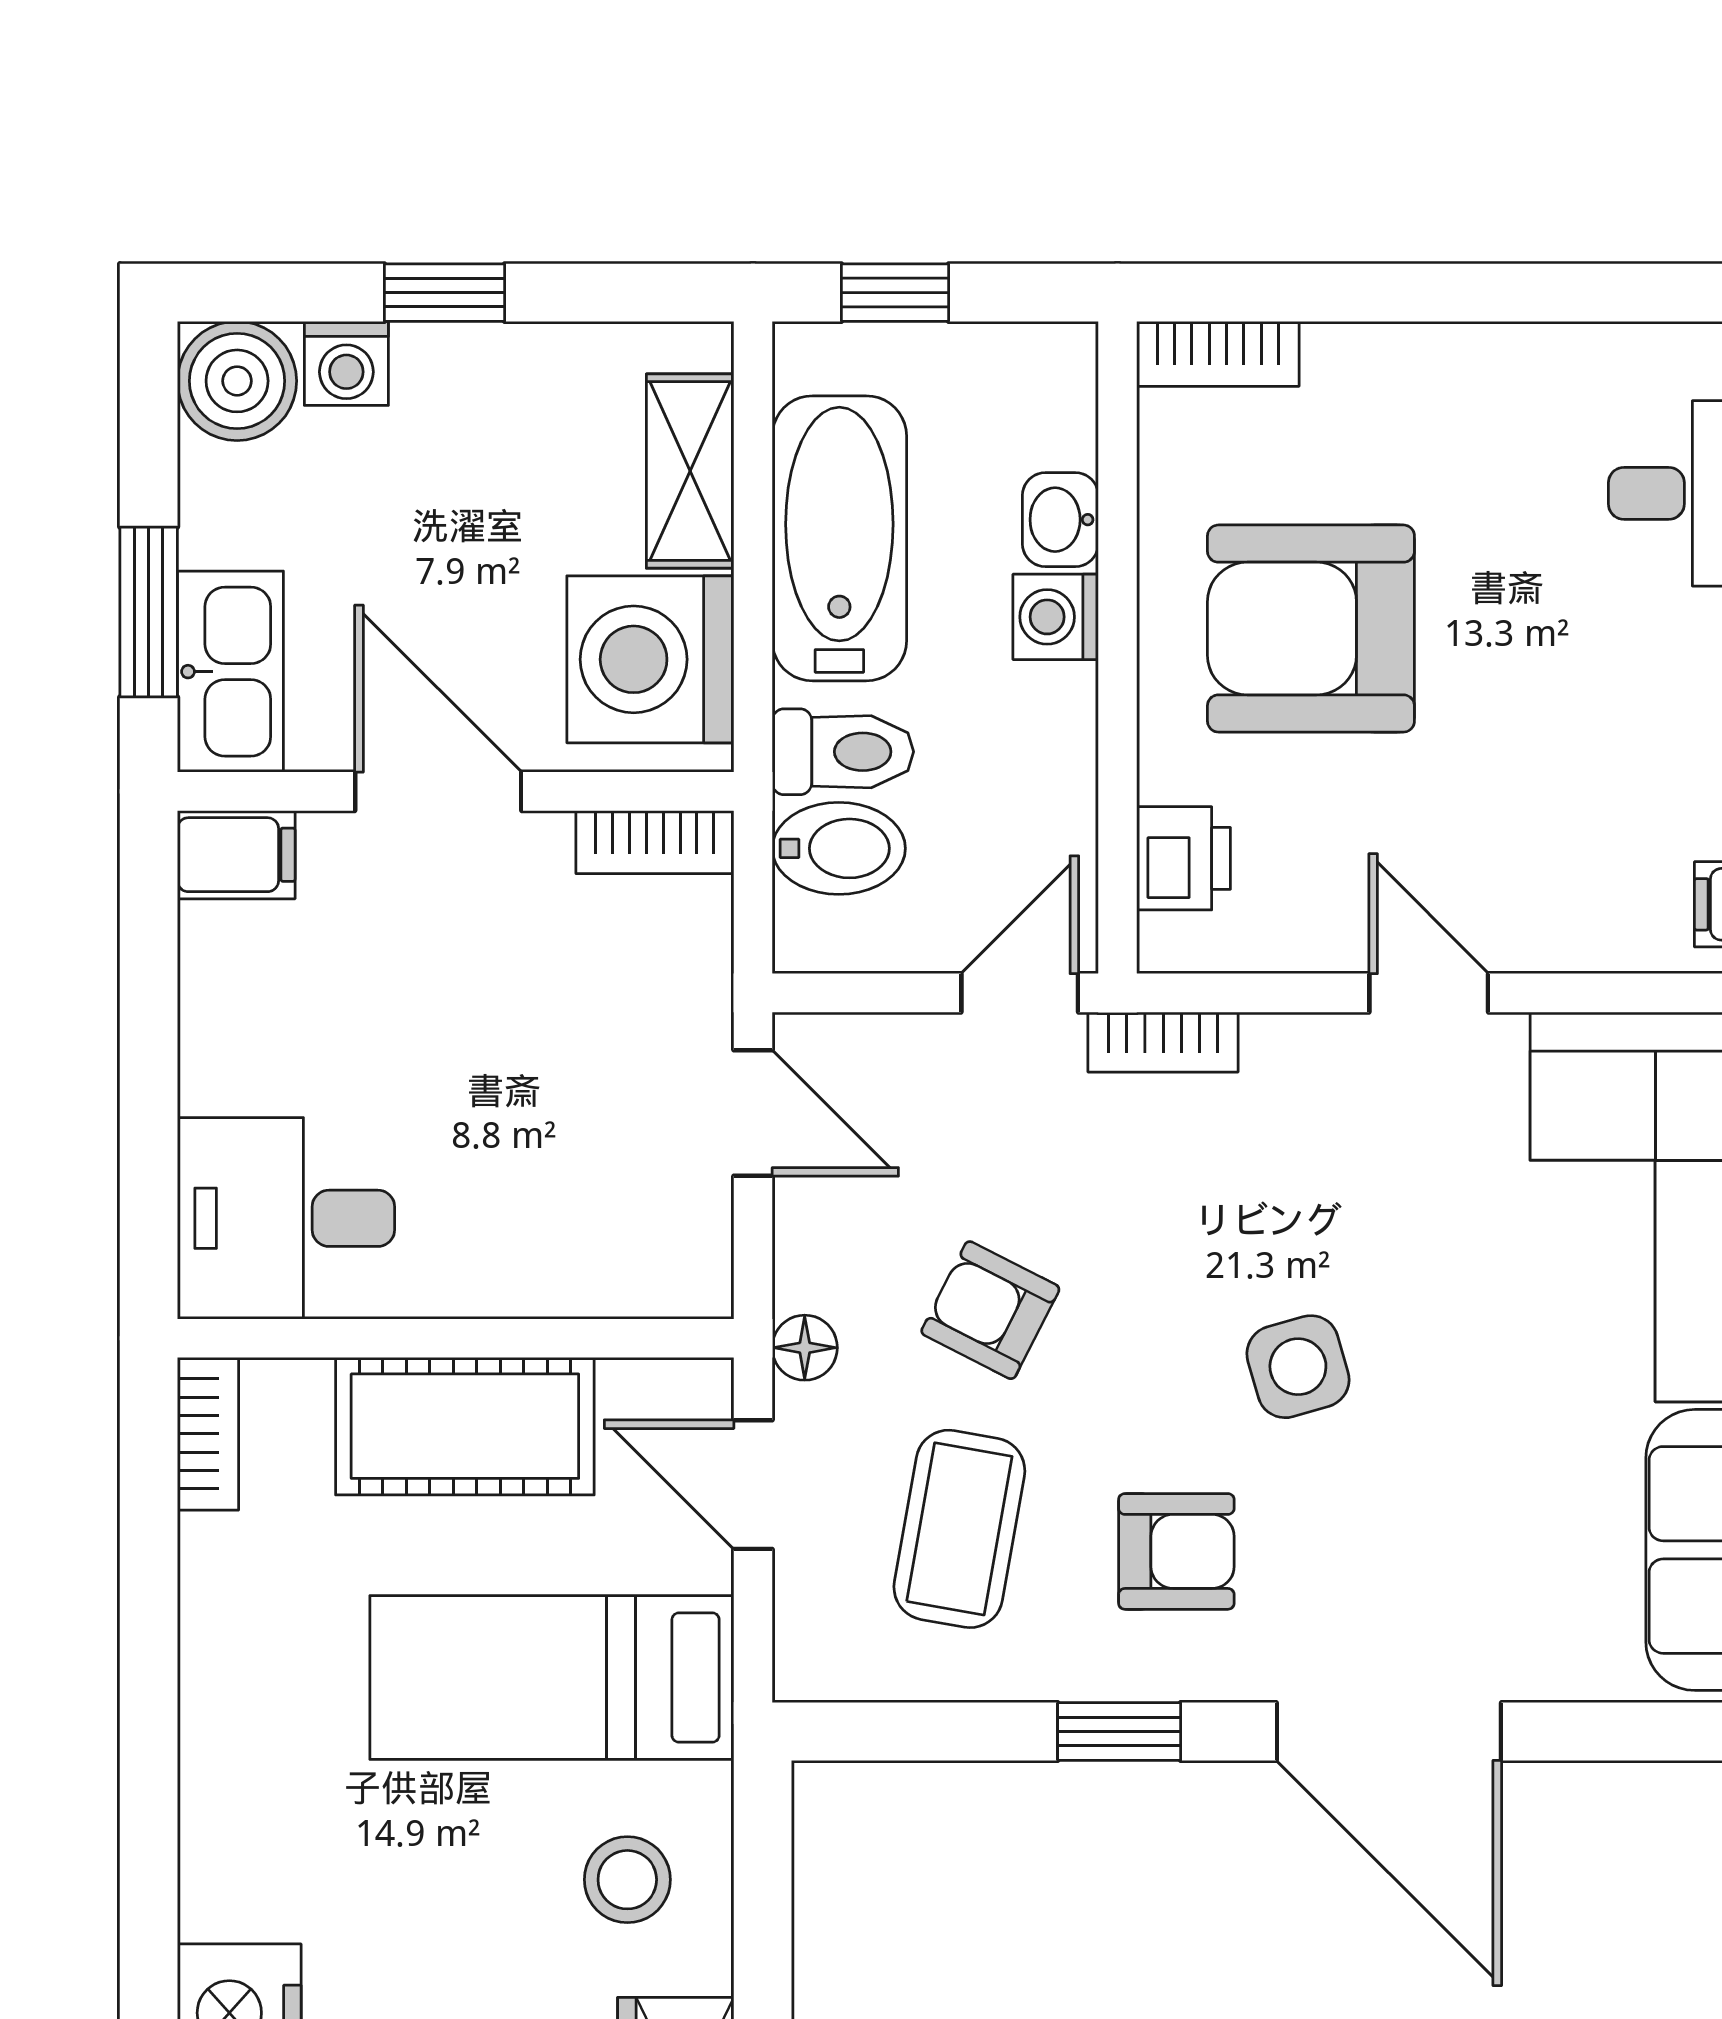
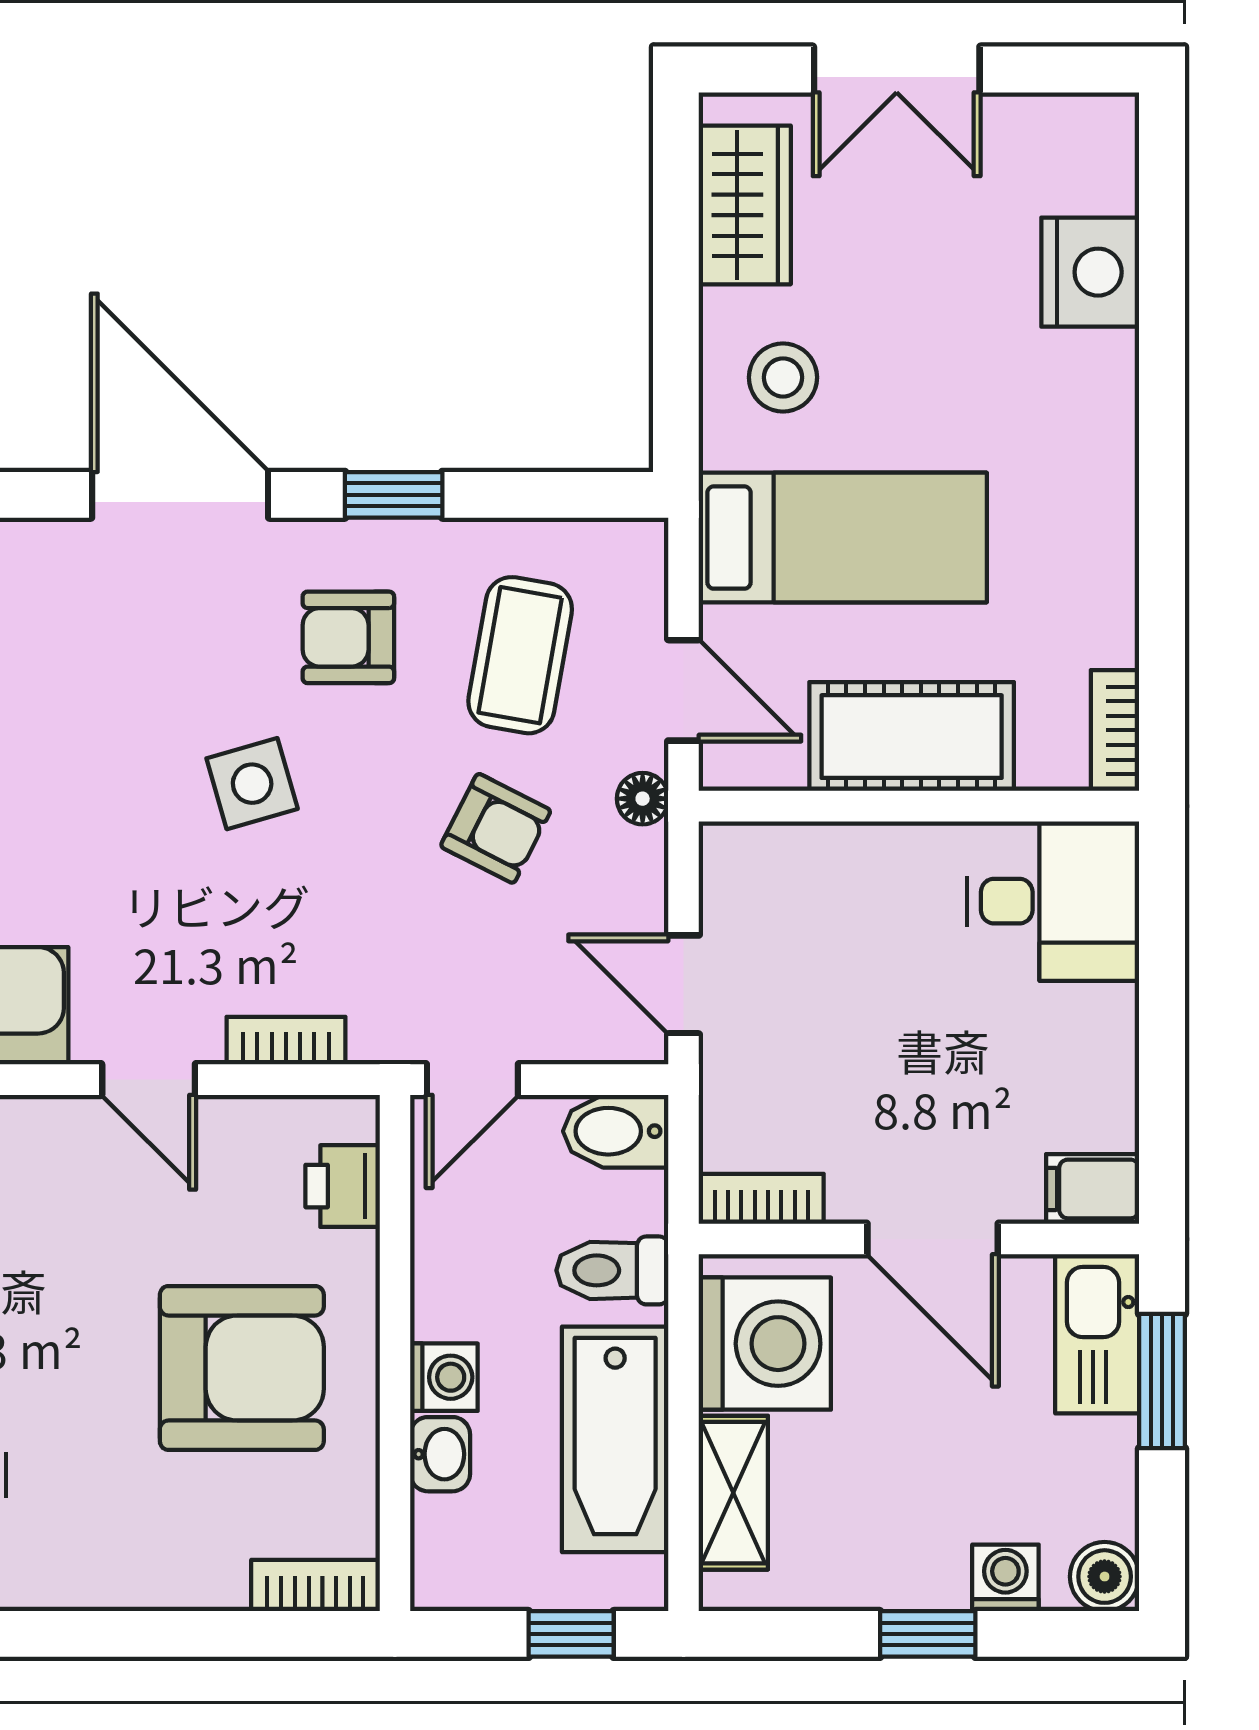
boiler: (237, 381) -> (1105, 1577), width x0.73, depth x0.73
bidet: (839, 848) -> (616, 1131), moved
bookcase: (1163, 1042) -> (286, 1041), moved

